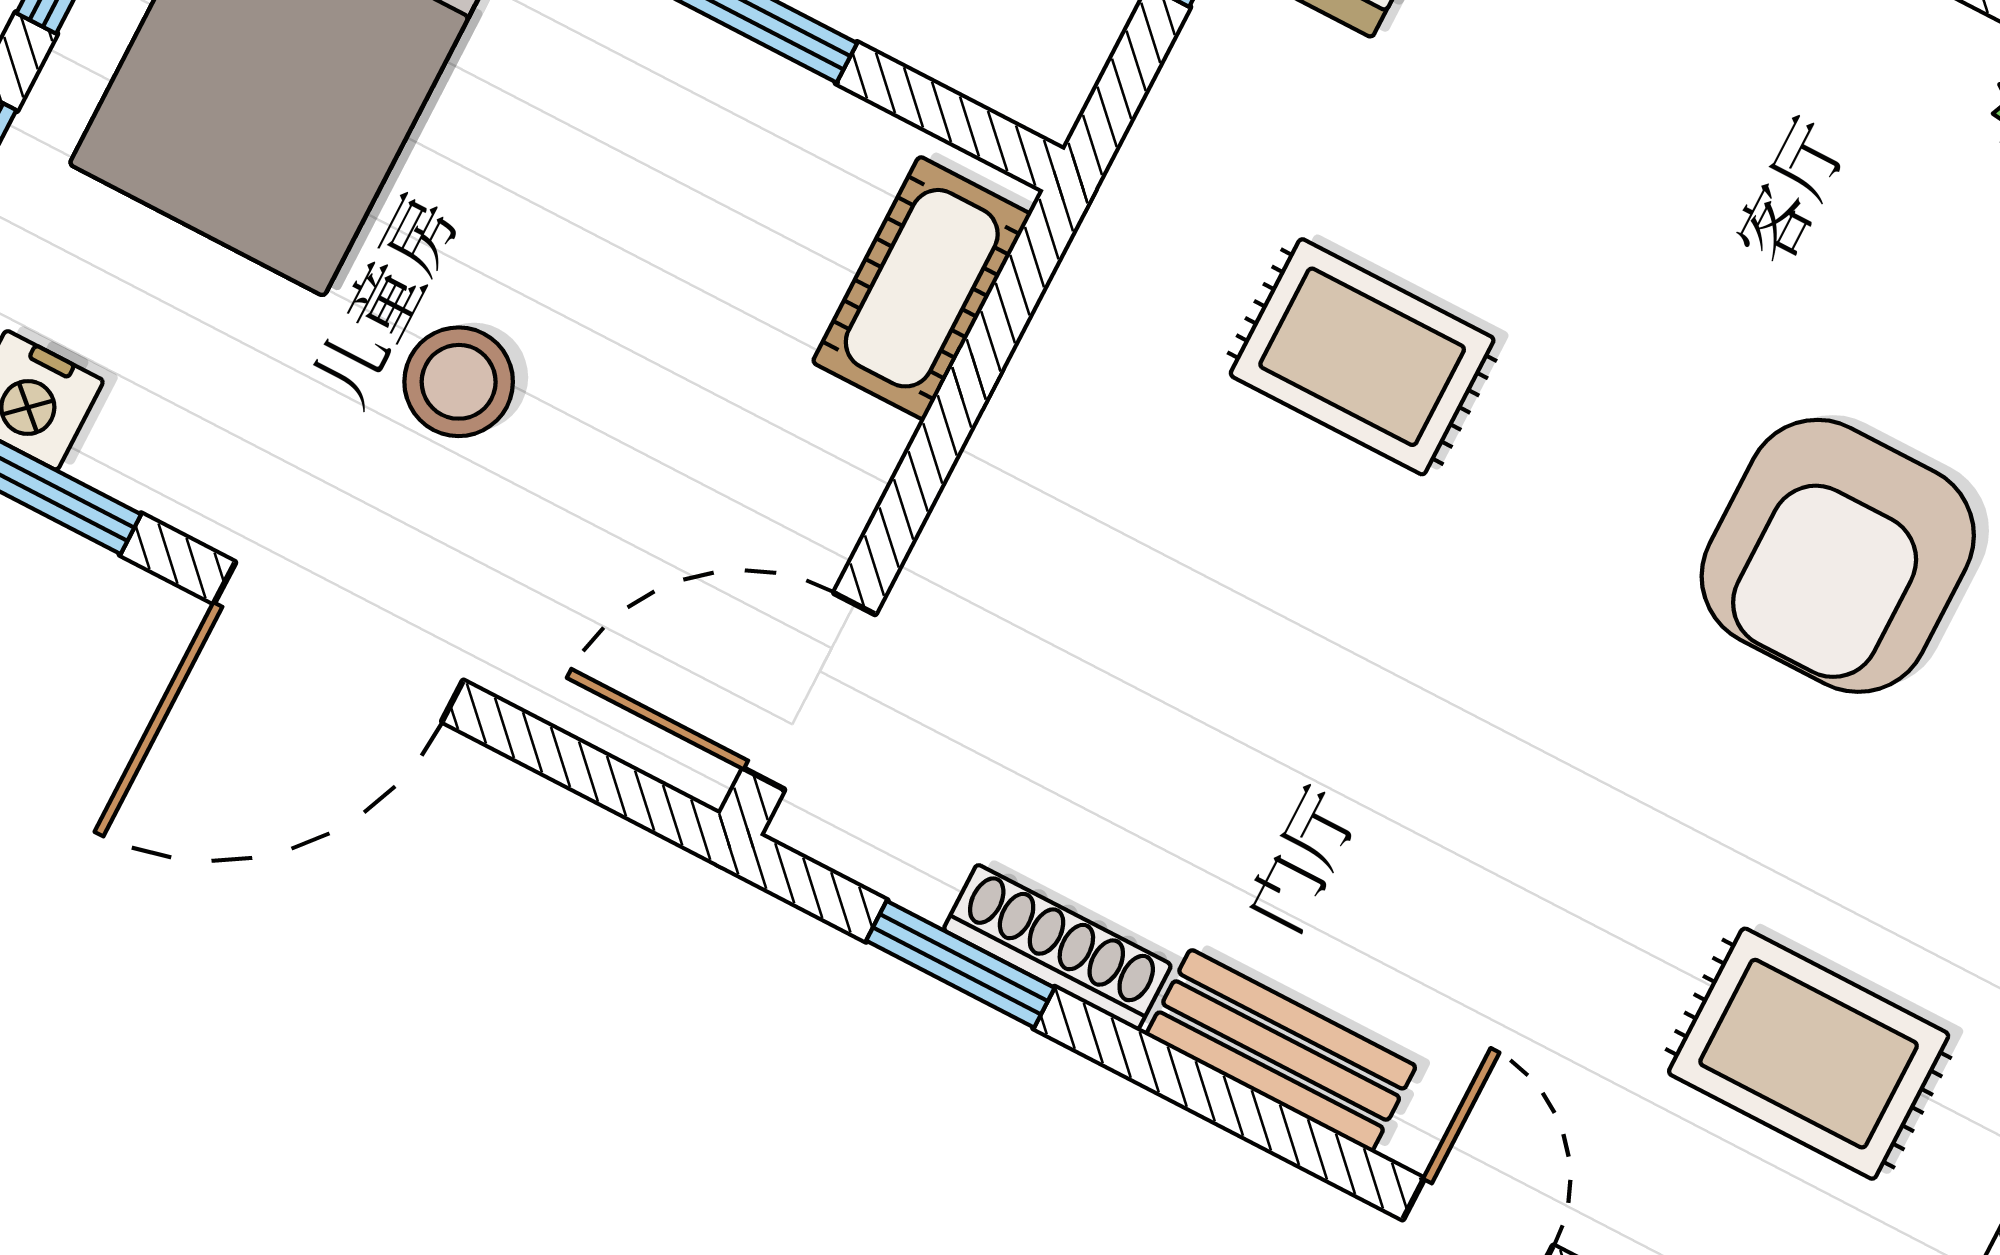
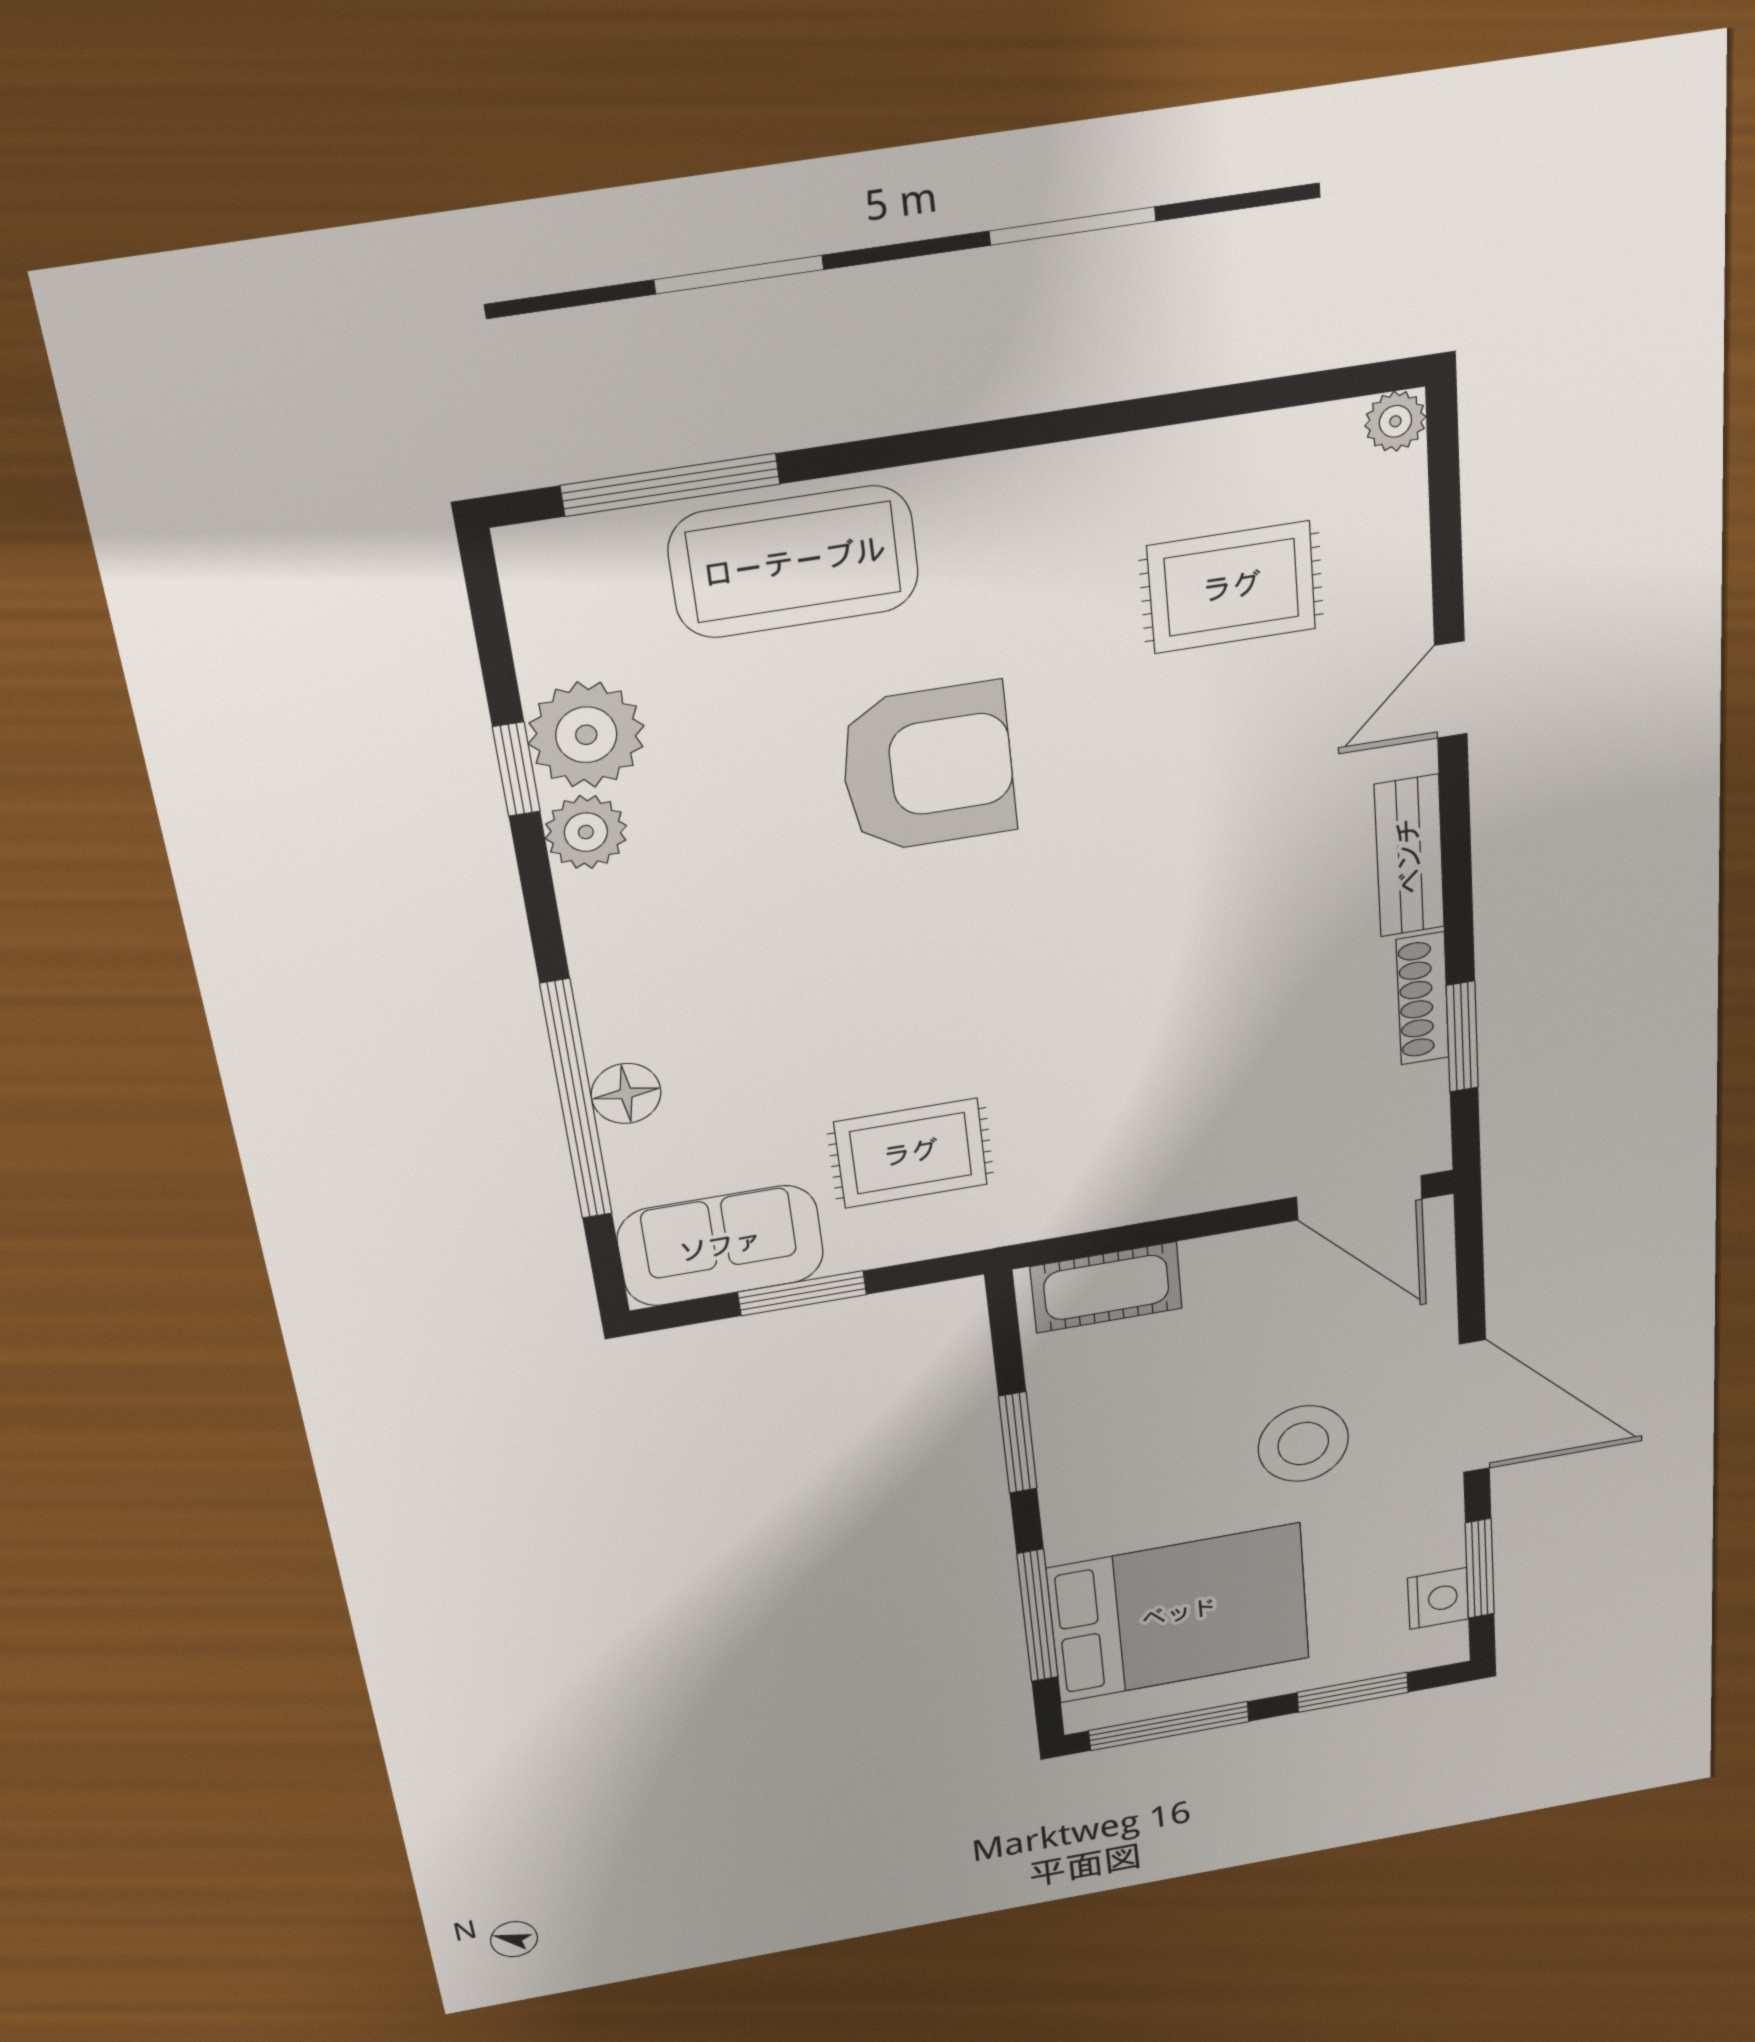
rug: (1362, 357) -> (911, 1153), moved, turned 90
stool: (459, 382) -> (1303, 1444), width x1.38, depth x1.38
rug: (1809, 1054) -> (1232, 587), turned 90

